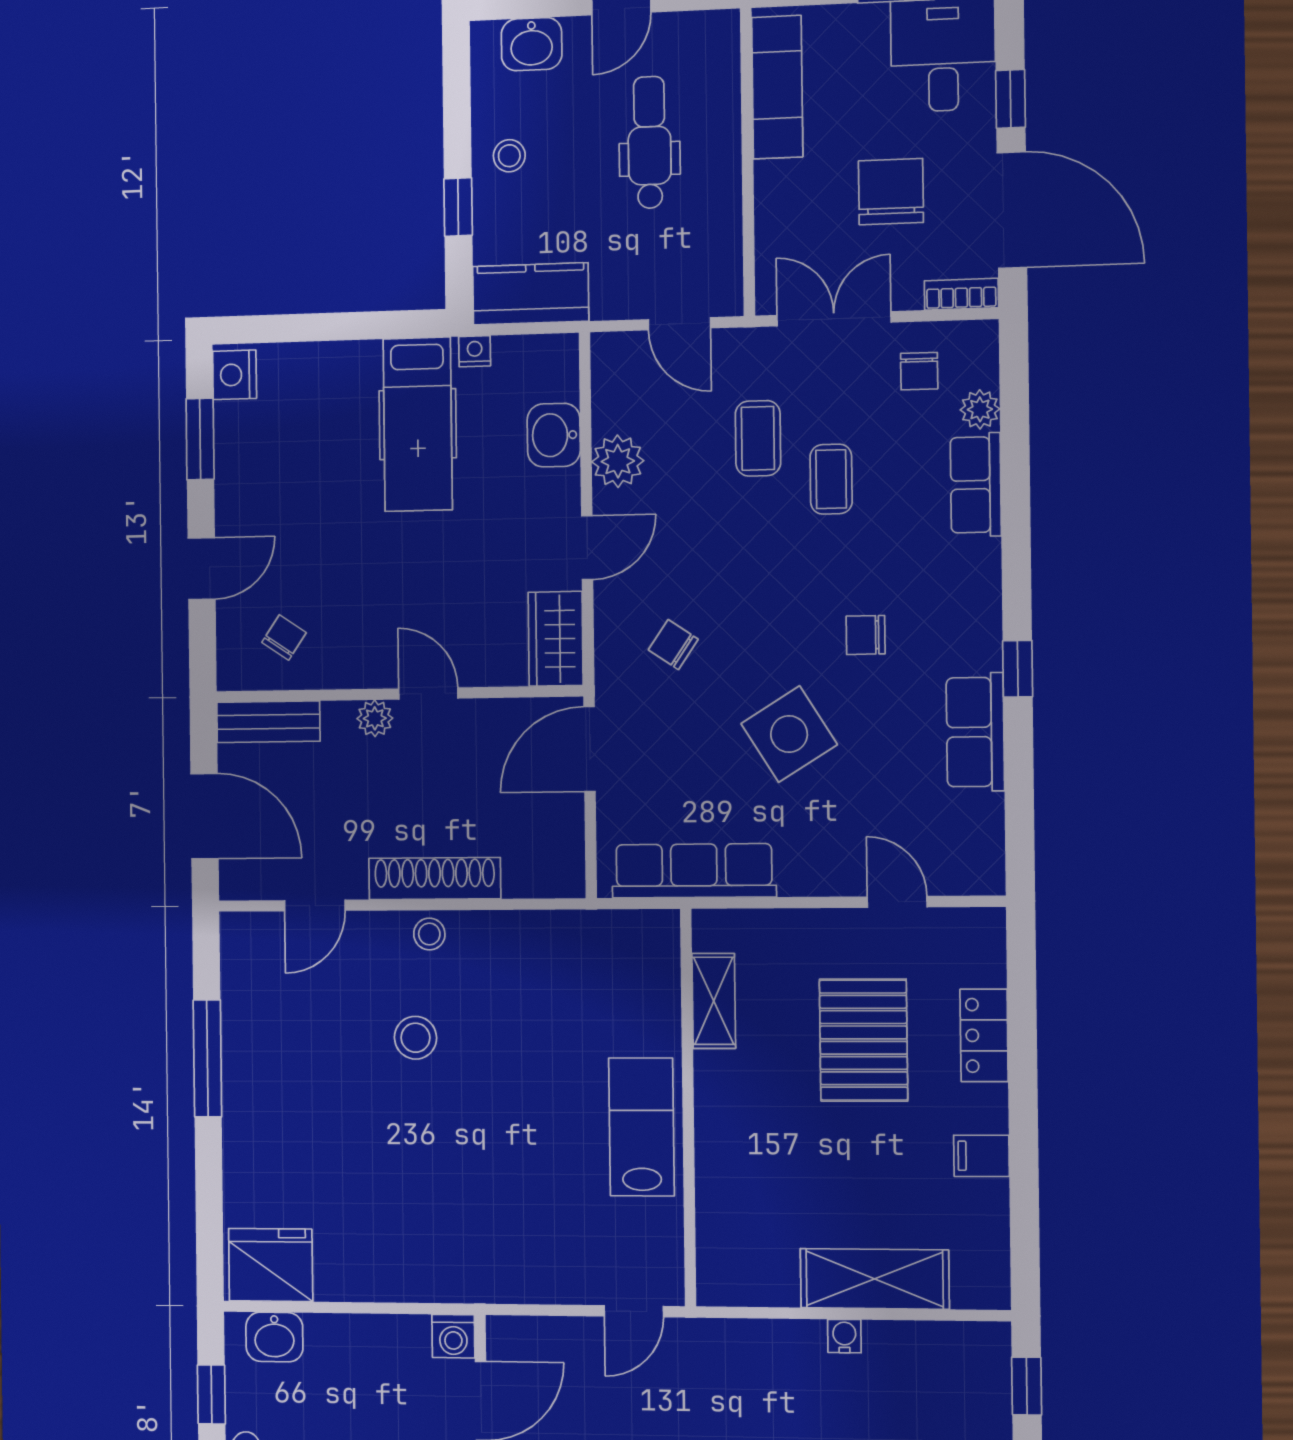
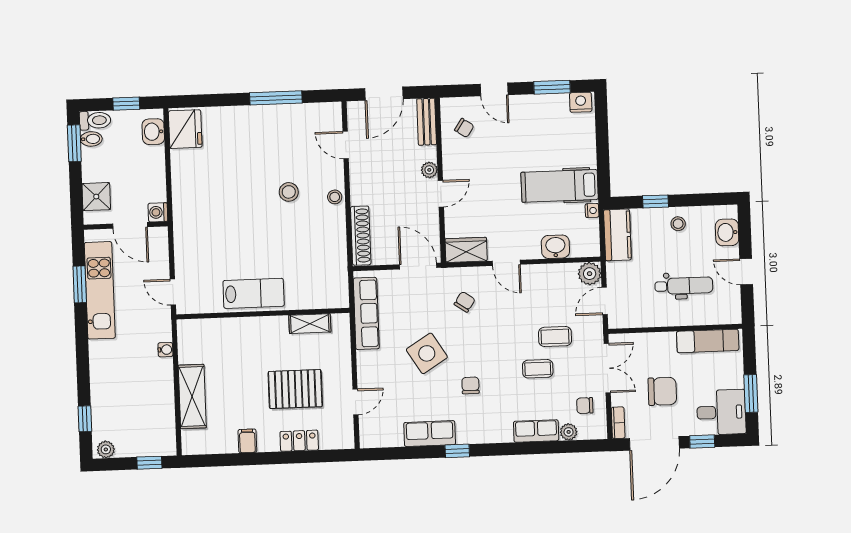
plant: (618, 461) -> (590, 274), moved
shoe rack: (435, 878) -> (361, 236), moved
water cooler: (844, 1336) -> (165, 350), moved

